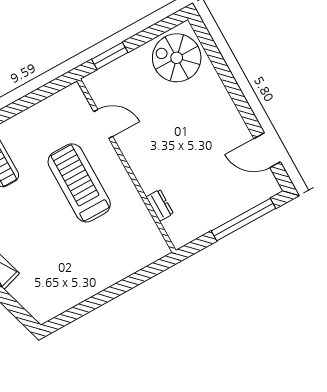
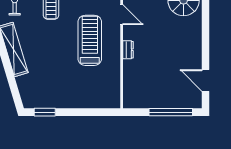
dresser: (160, 205) -> (128, 50), moved
window: (72, 315) -> (45, 112), added

